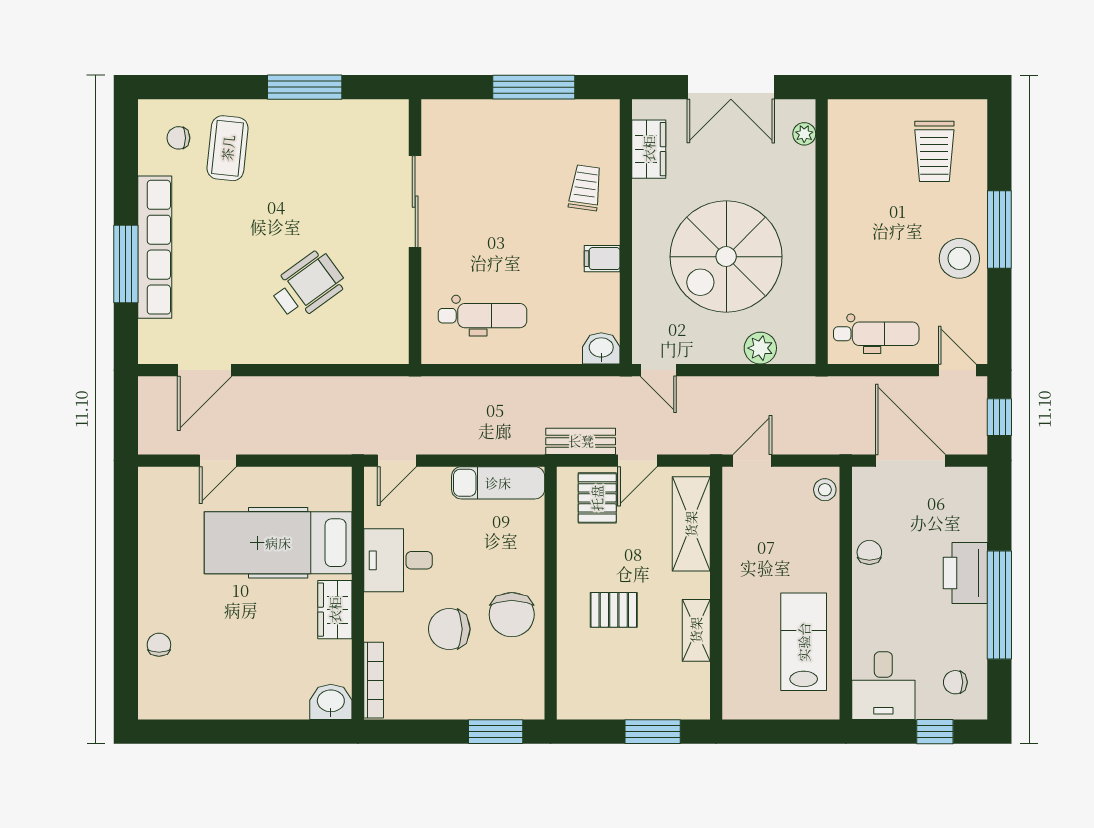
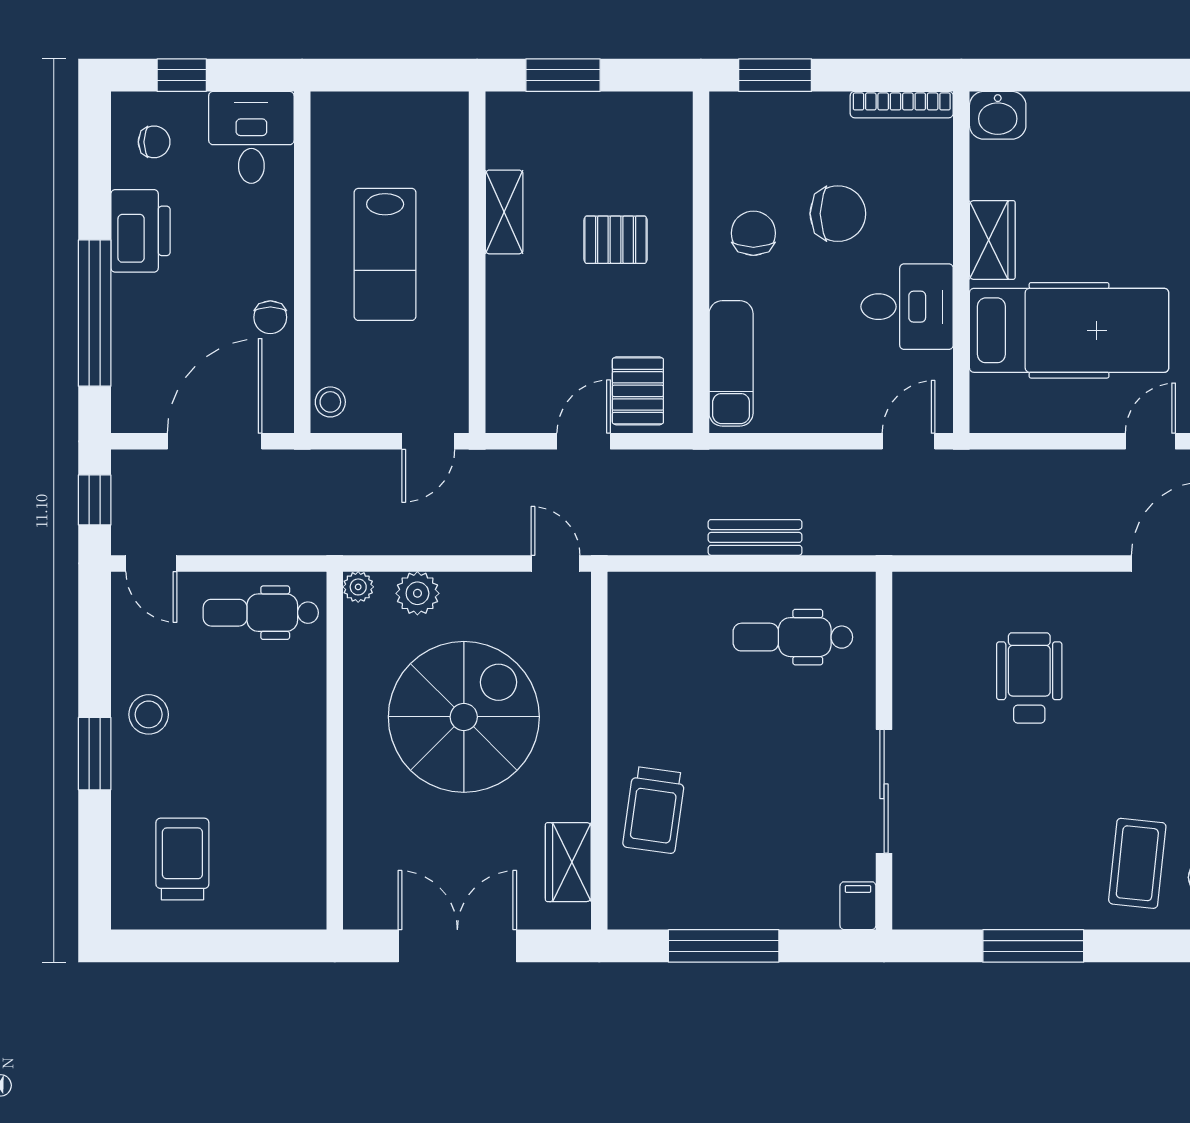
plant: (804, 134) -> (358, 587), moved
trolley: (585, 188) -> (654, 810), width x1.36, depth x1.39
window: (999, 229) -> (95, 754), width x0.69
stool: (959, 258) -> (149, 714), width x0.73, depth x0.73
filing cabinet: (602, 259) -> (858, 906), moved, turned -90
wheelchair: (308, 285) -> (1029, 678), turned 126
washbasin: (601, 348) -> (633, 593), removed
bench: (581, 441) -> (755, 537), moved
door: (910, 461) -> (215, 441), swing flipped
exam couch: (498, 483) -> (731, 363), moved, turned 90
shelving: (691, 524) -> (511, 356), removed
printer: (965, 573) -> (141, 231), moved
window: (999, 605) -> (95, 313), moved
chair: (512, 615) -> (753, 233), width x0.73, depth x0.73
lab bench: (804, 642) -> (385, 254), moved
bookcase: (374, 680) -> (902, 105), moved, turned -90

